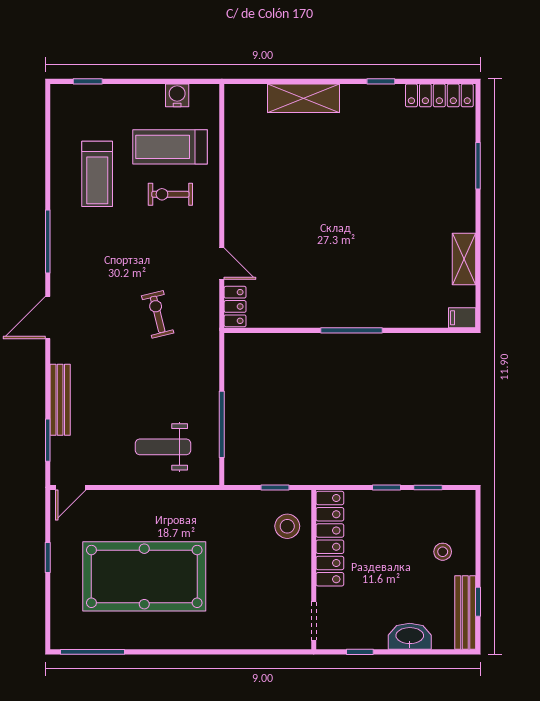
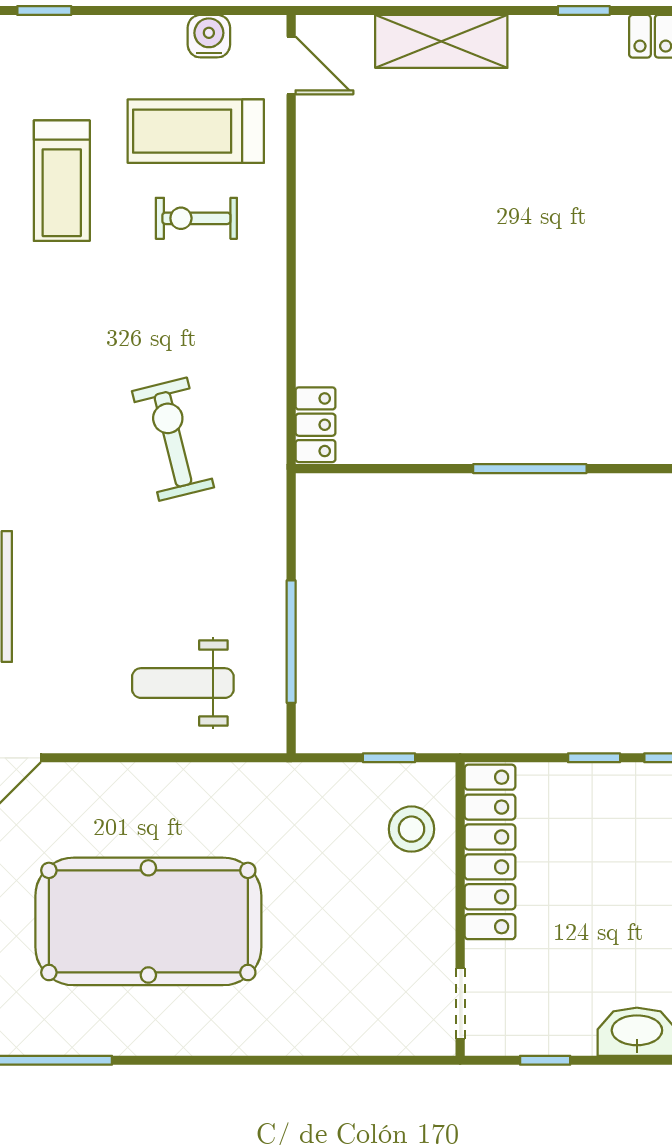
door: (222, 264) -> (291, 65), moved
exercise bike: (158, 314) -> (173, 439), width x1.38, depth x1.39

